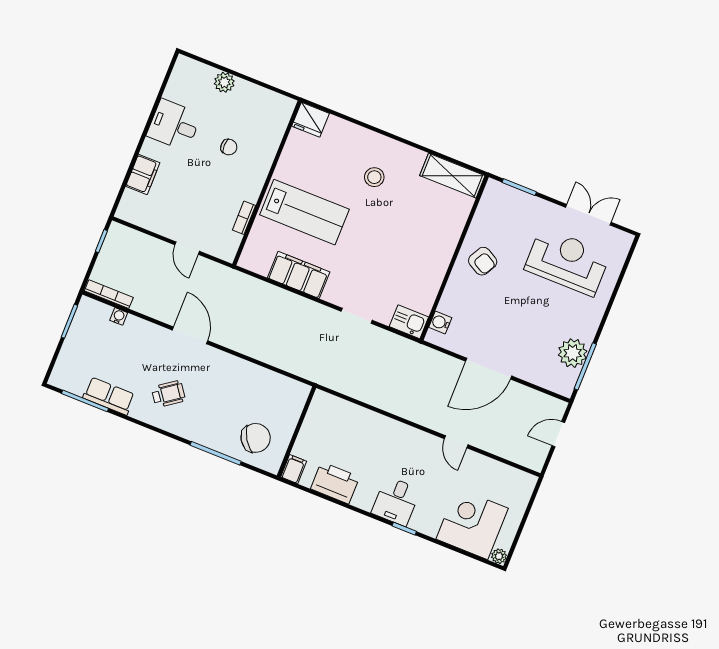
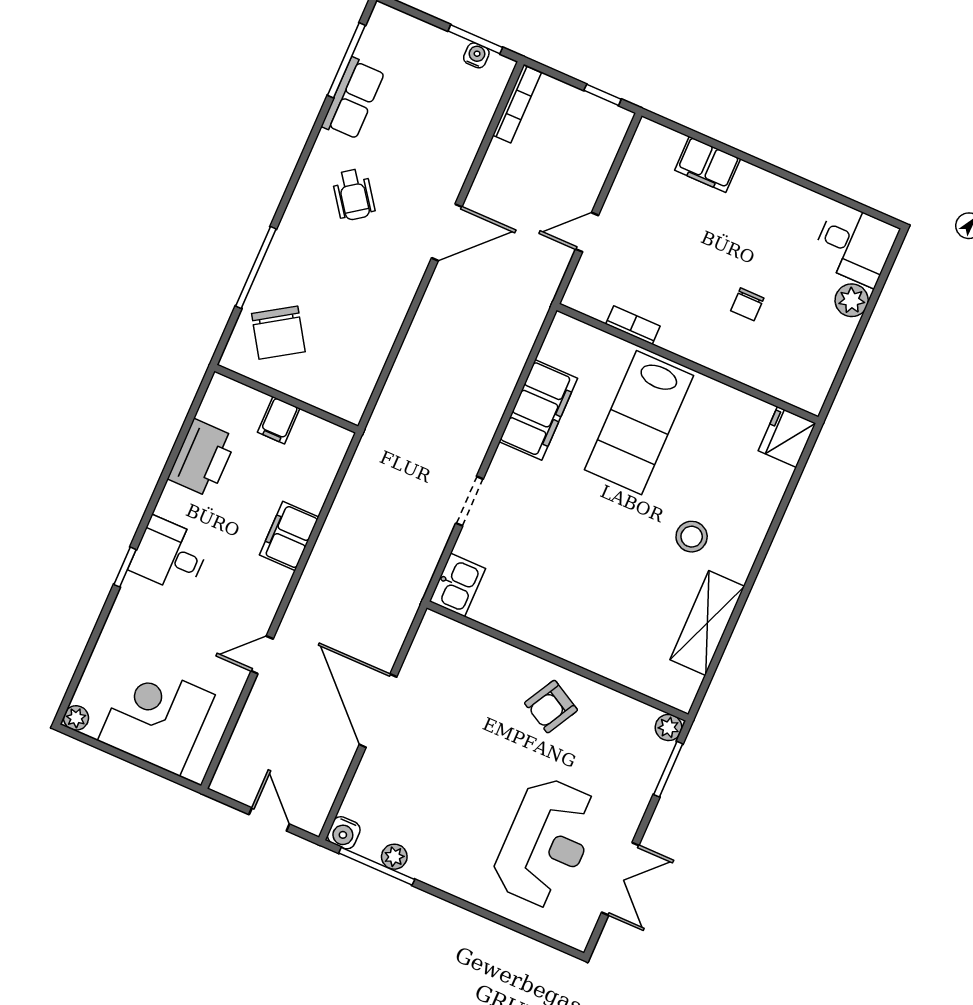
desk: (174, 125) -> (855, 245), moved, turned 90
shelving: (452, 176) -> (707, 623), moved
plant: (493, 188) -> (669, 727), added
water cooler: (119, 316) -> (476, 55), moved, turned -90
water cooler: (440, 322) -> (344, 833), moved, turned 180
plant: (573, 353) -> (394, 857), width x0.53, depth x0.53
filing cabinet: (382, 427) -> (289, 536), added
filing cabinet: (294, 469) -> (279, 420), moved, turned 90
corner desk: (472, 524) -> (156, 718), moved, turned -90

